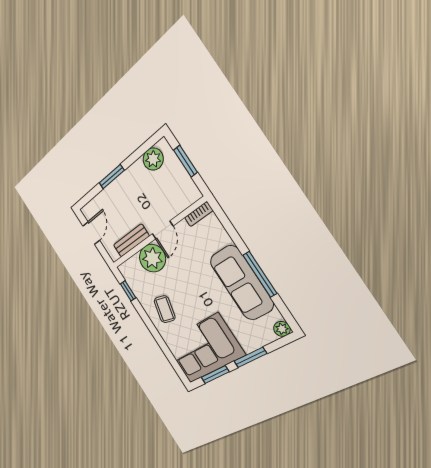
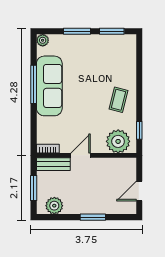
bench: (131, 241) -> (53, 164), moved
plant: (152, 258) -> (118, 141), moved
corner sofa: (204, 349) -> (108, 55), removed

